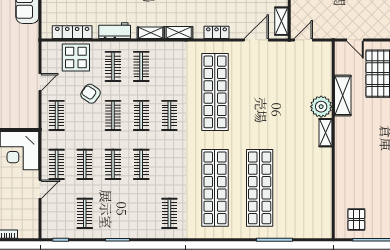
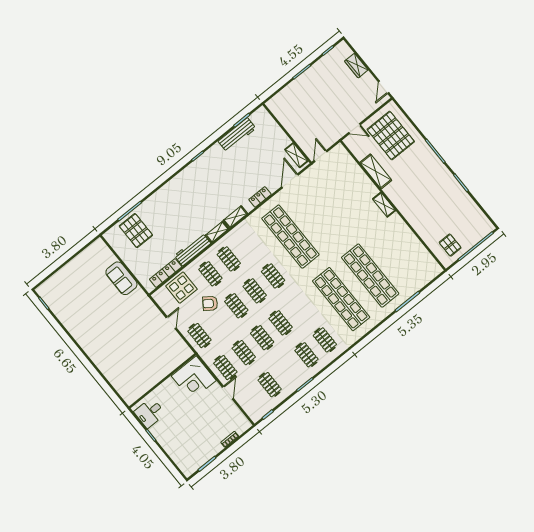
workbench: (115, 31) -> (193, 250), width x1.37
plant: (321, 107) -> (367, 190), removed
clothes rail: (141, 213) -> (306, 355), added

